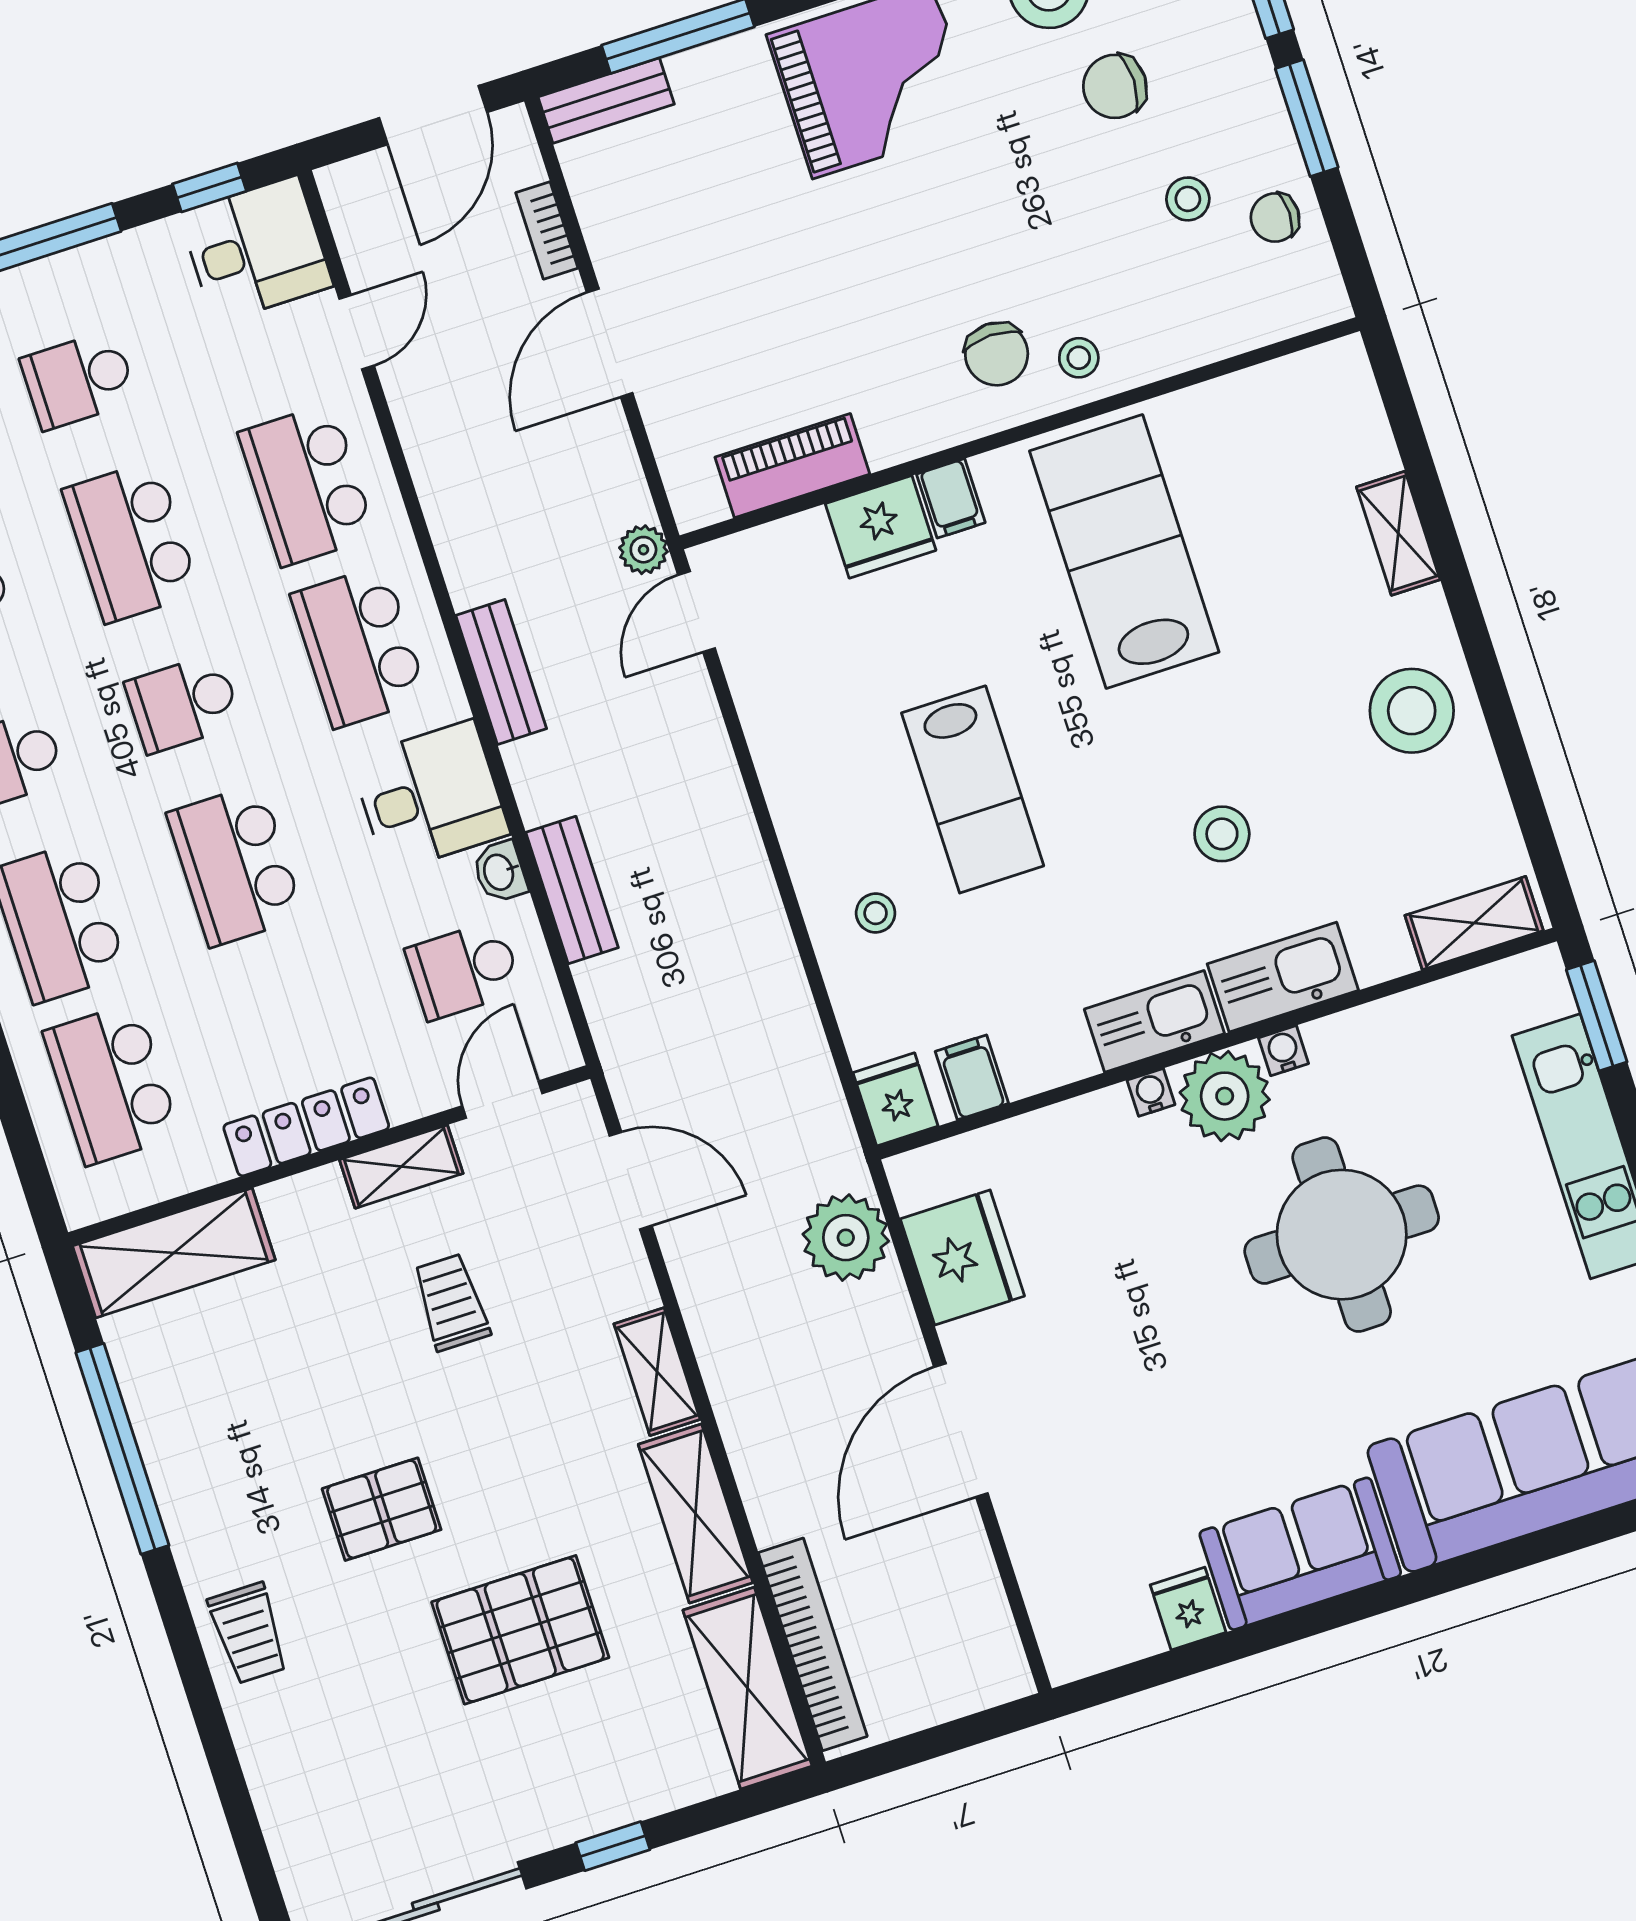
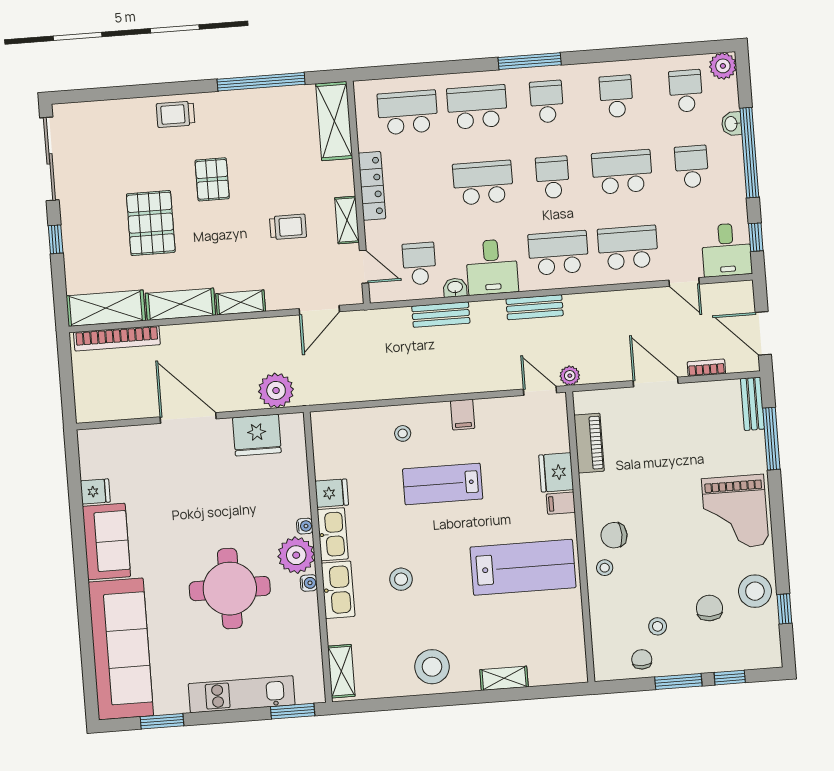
filing cabinet: (972, 1077) -> (463, 415), moved, turned 90
fridge: (896, 1099) -> (332, 493), moved

